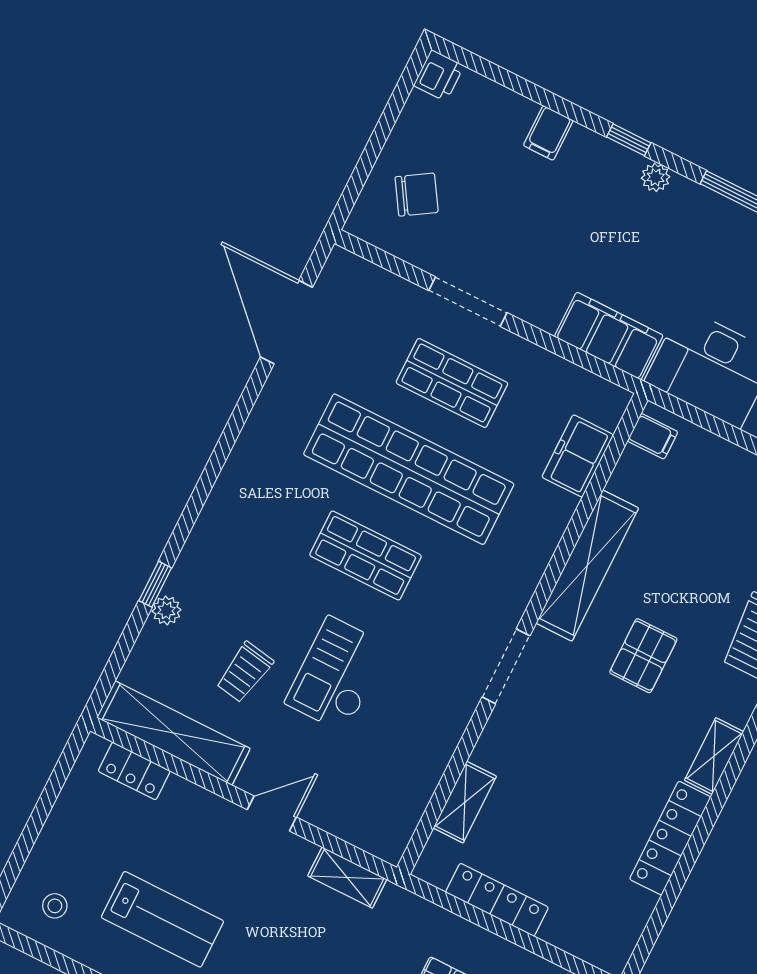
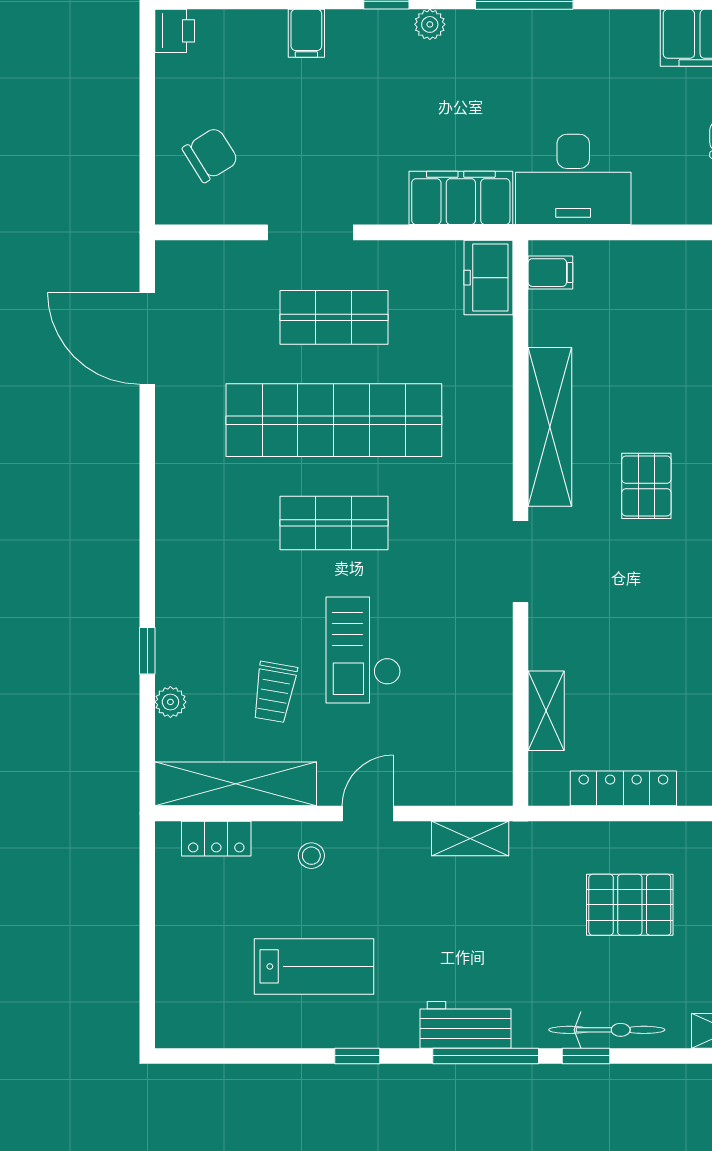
freezer: (578, 456) -> (489, 278), moved
plant: (166, 610) -> (170, 702), moved
stool: (55, 906) -> (311, 856), moved

